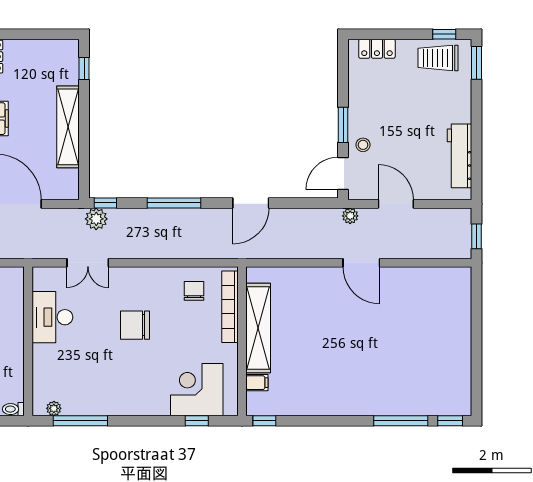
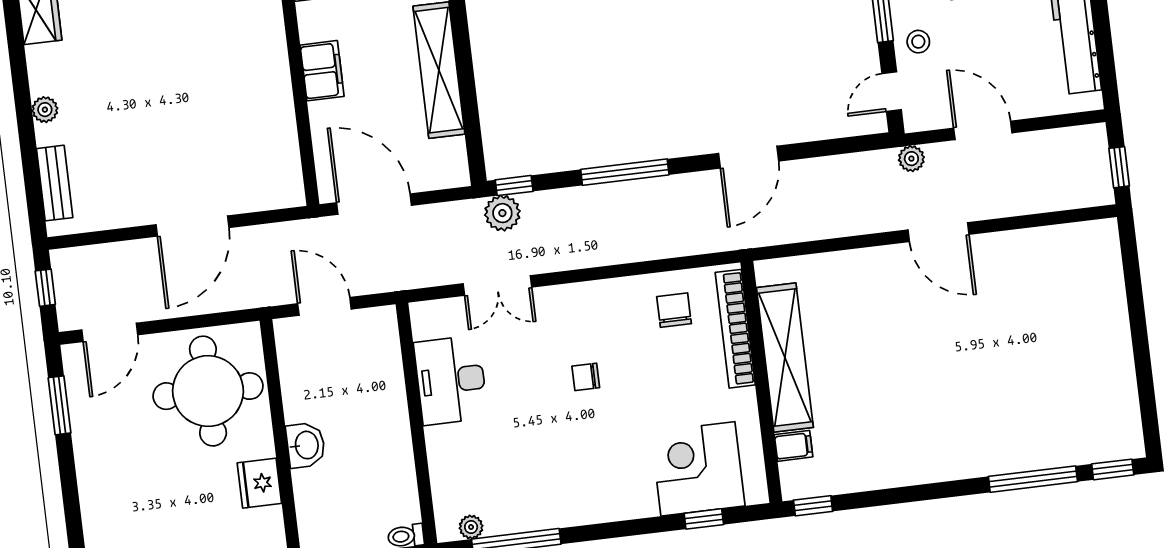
door: (343, 173) -> (892, 92), width x0.73
chair: (135, 325) -> (586, 377), width x0.54, depth x0.54

